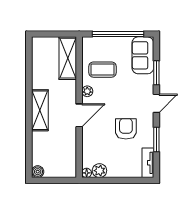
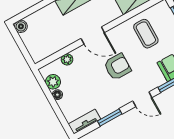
plant: (87, 91) -> (67, 59), moved
armchair: (126, 129) -> (117, 67), moved
floor lamp: (87, 173) -> (57, 95), moved

